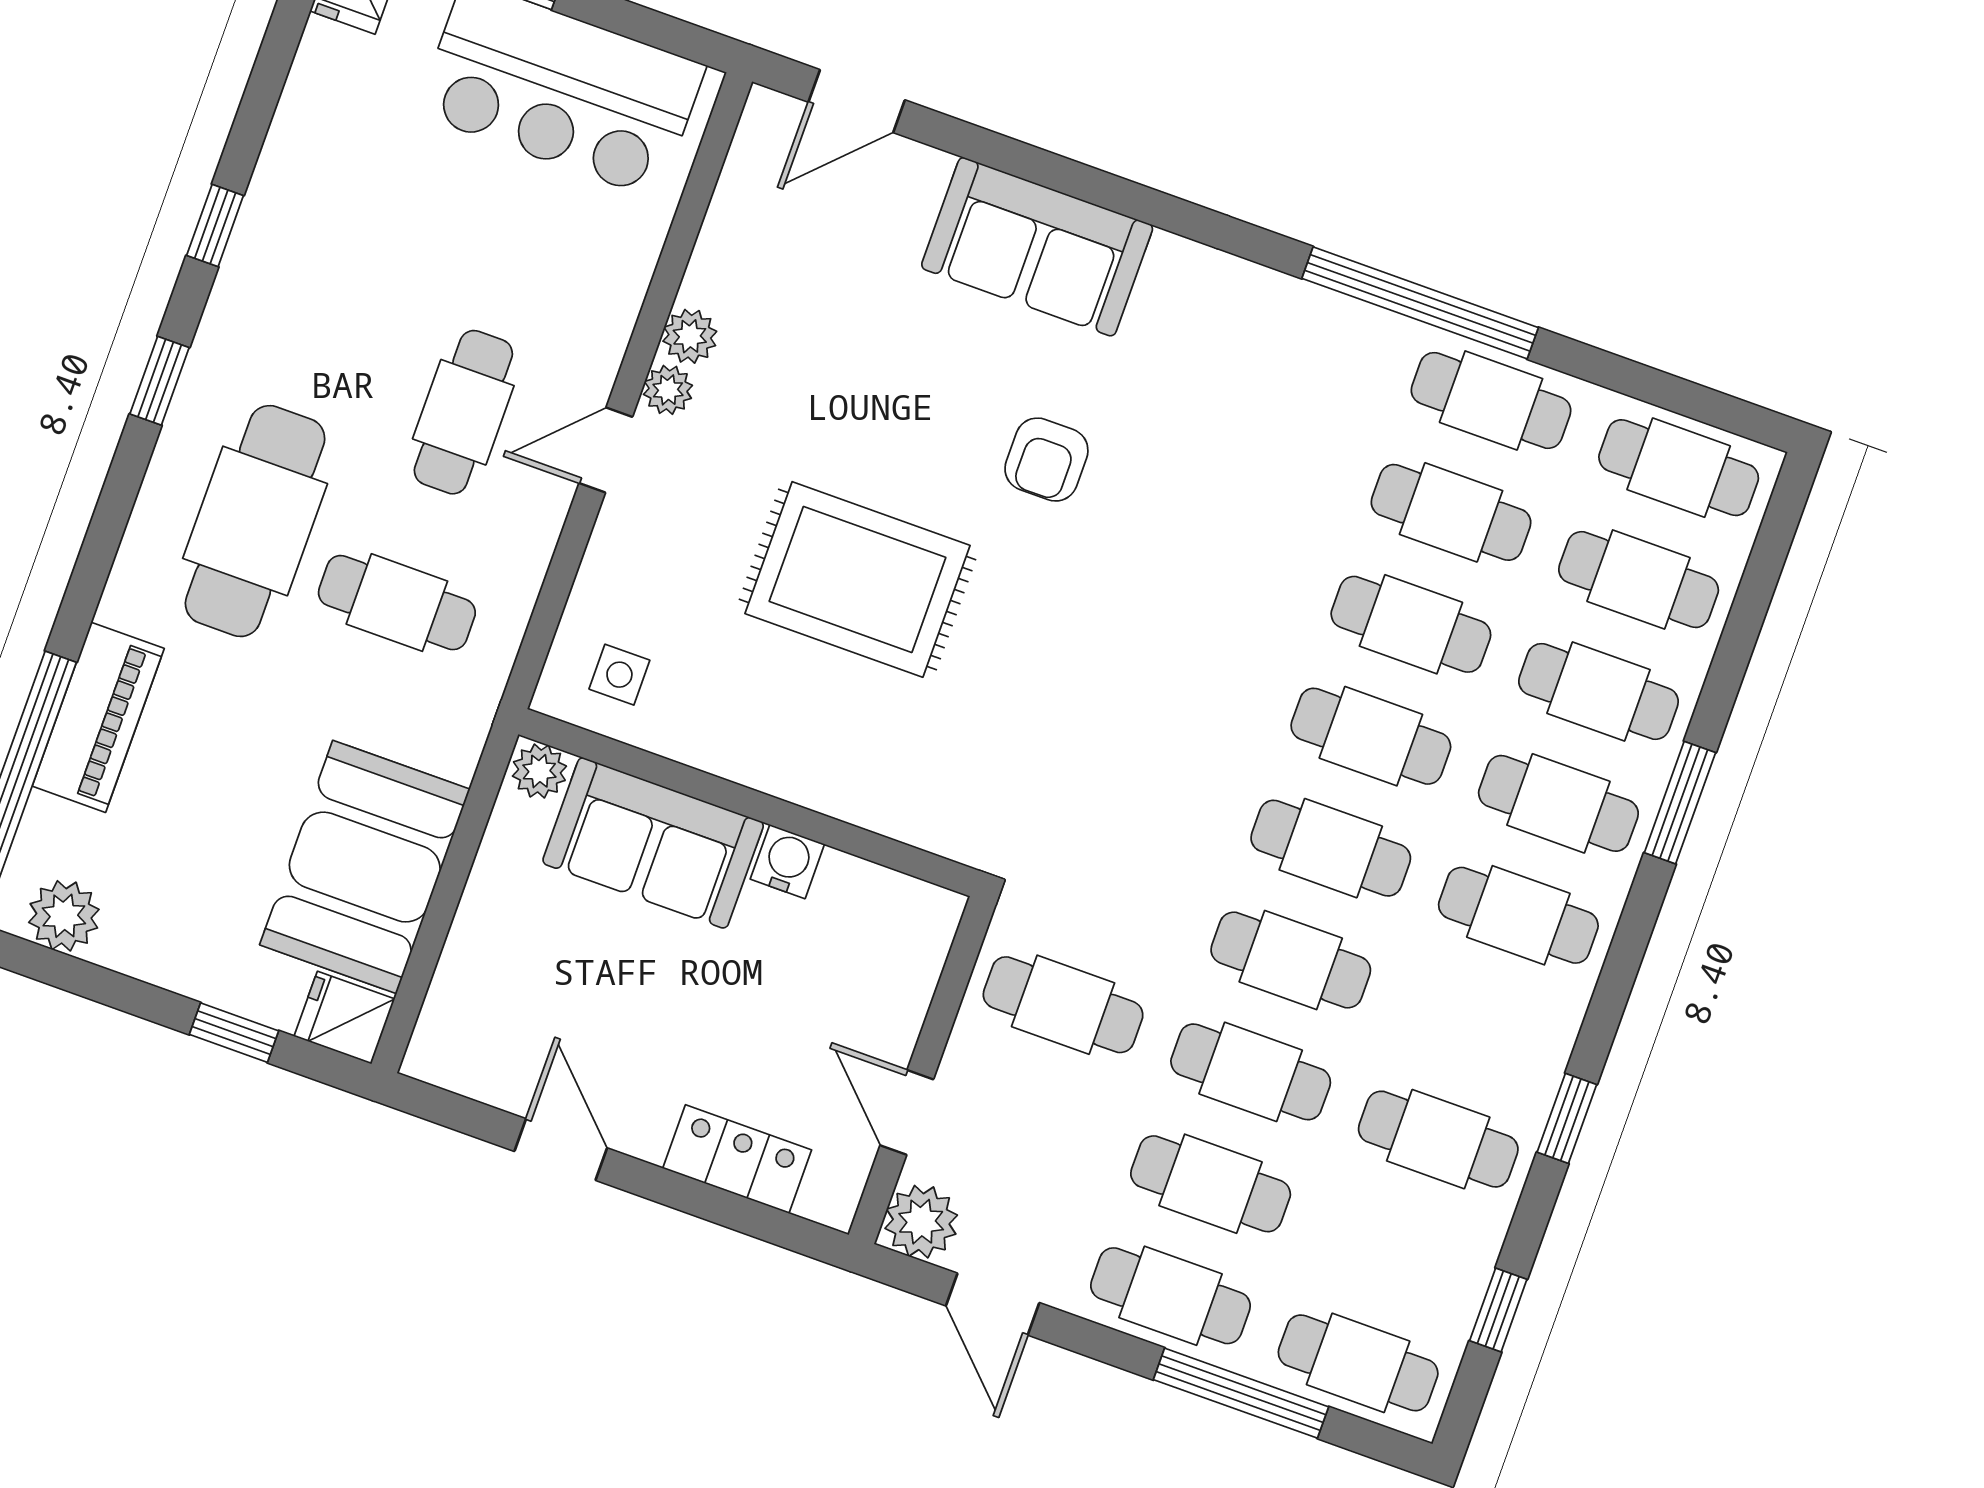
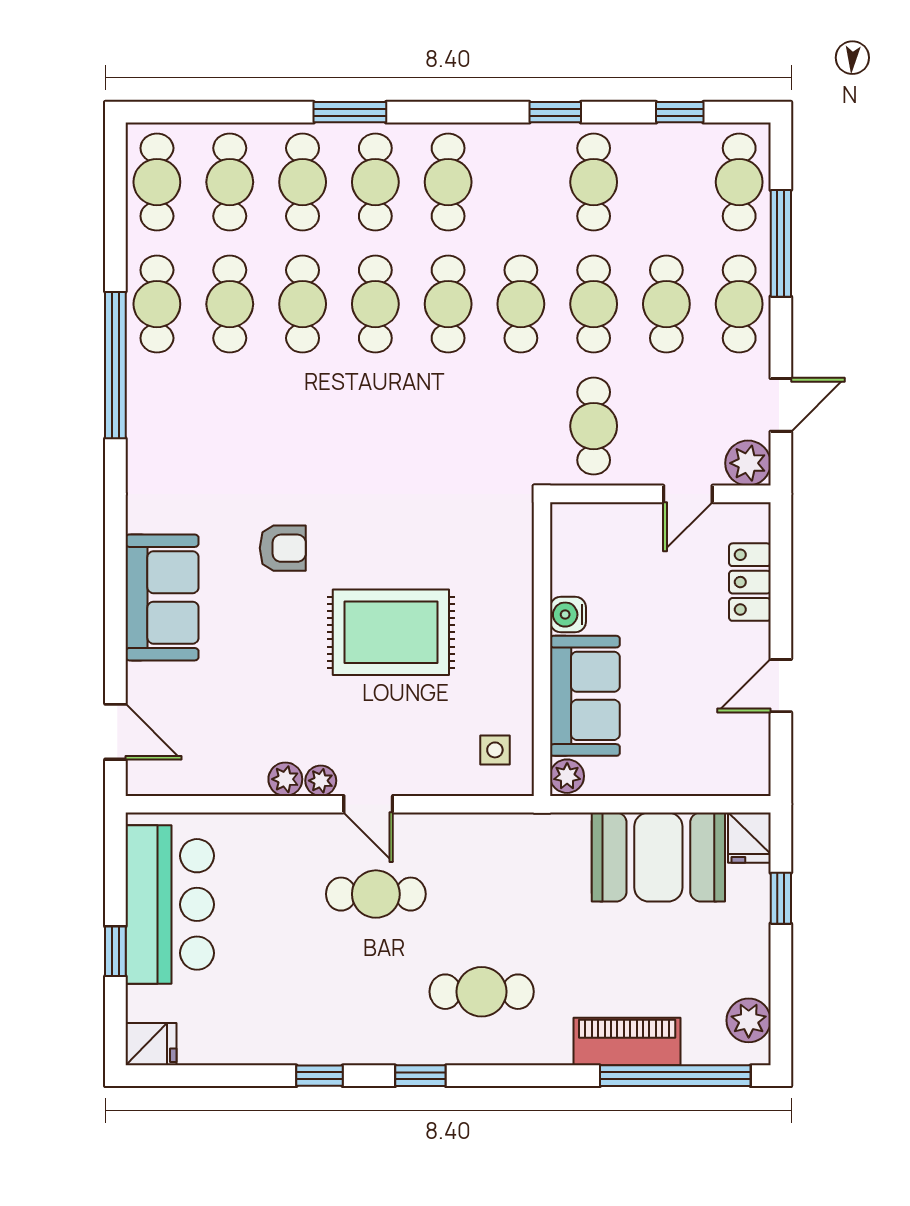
cafe table: (255, 521) -> (482, 992), width x0.73, depth x0.74
rug: (858, 579) -> (391, 632), turned 90
cafe table: (397, 603) -> (499, 893), removed

